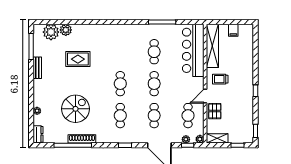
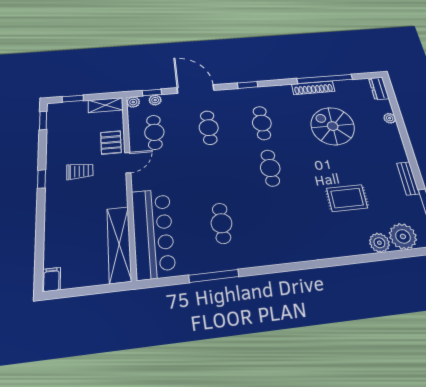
filing cabinet: (233, 30) -> (51, 279), moved
trolley: (220, 79) -> (80, 171), moved
cafe table: (154, 84) -> (215, 173), removed
spiral stairs: (76, 109) -> (333, 126), turned 90

